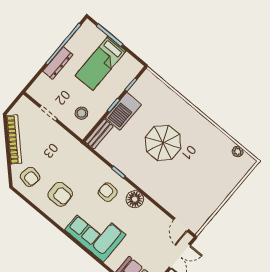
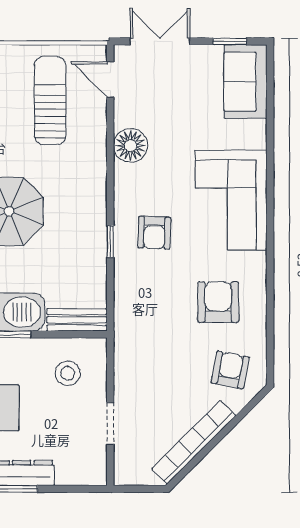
sun lounger: (192, 195) -> (50, 101), added
floor lamp: (135, 199) -> (130, 146), moved
door: (181, 225) -> (110, 80), swing flipped

